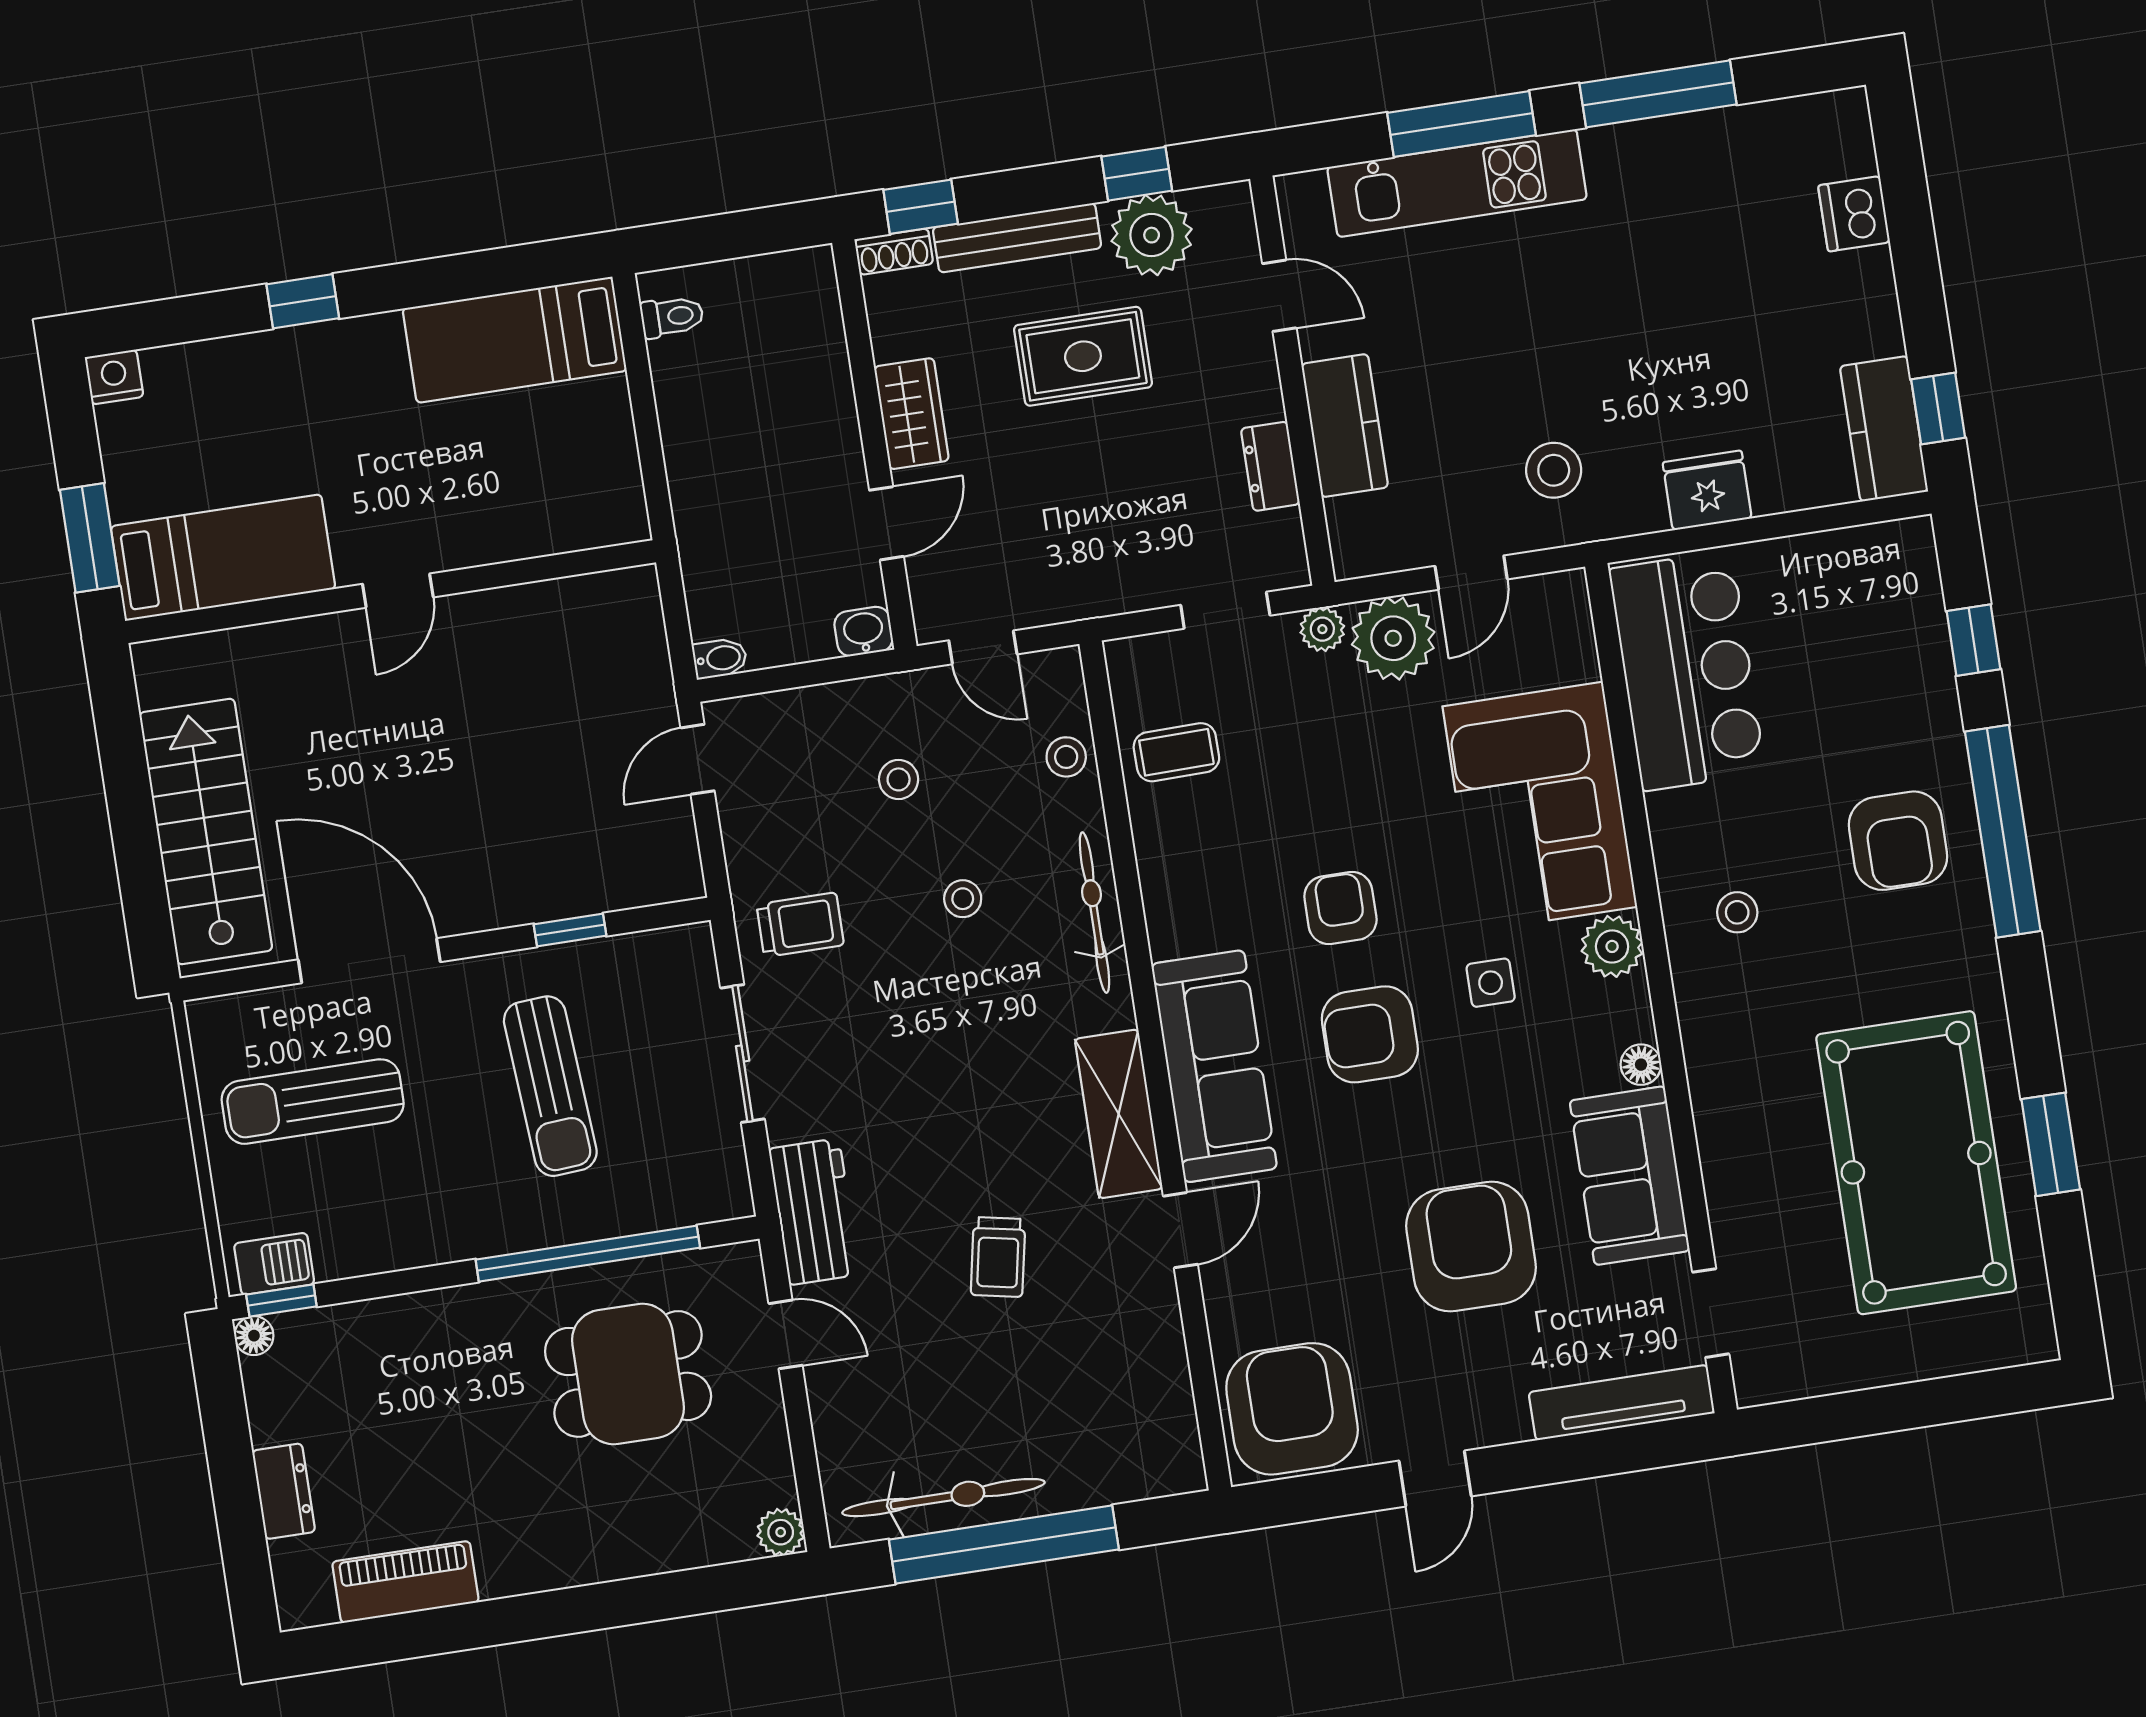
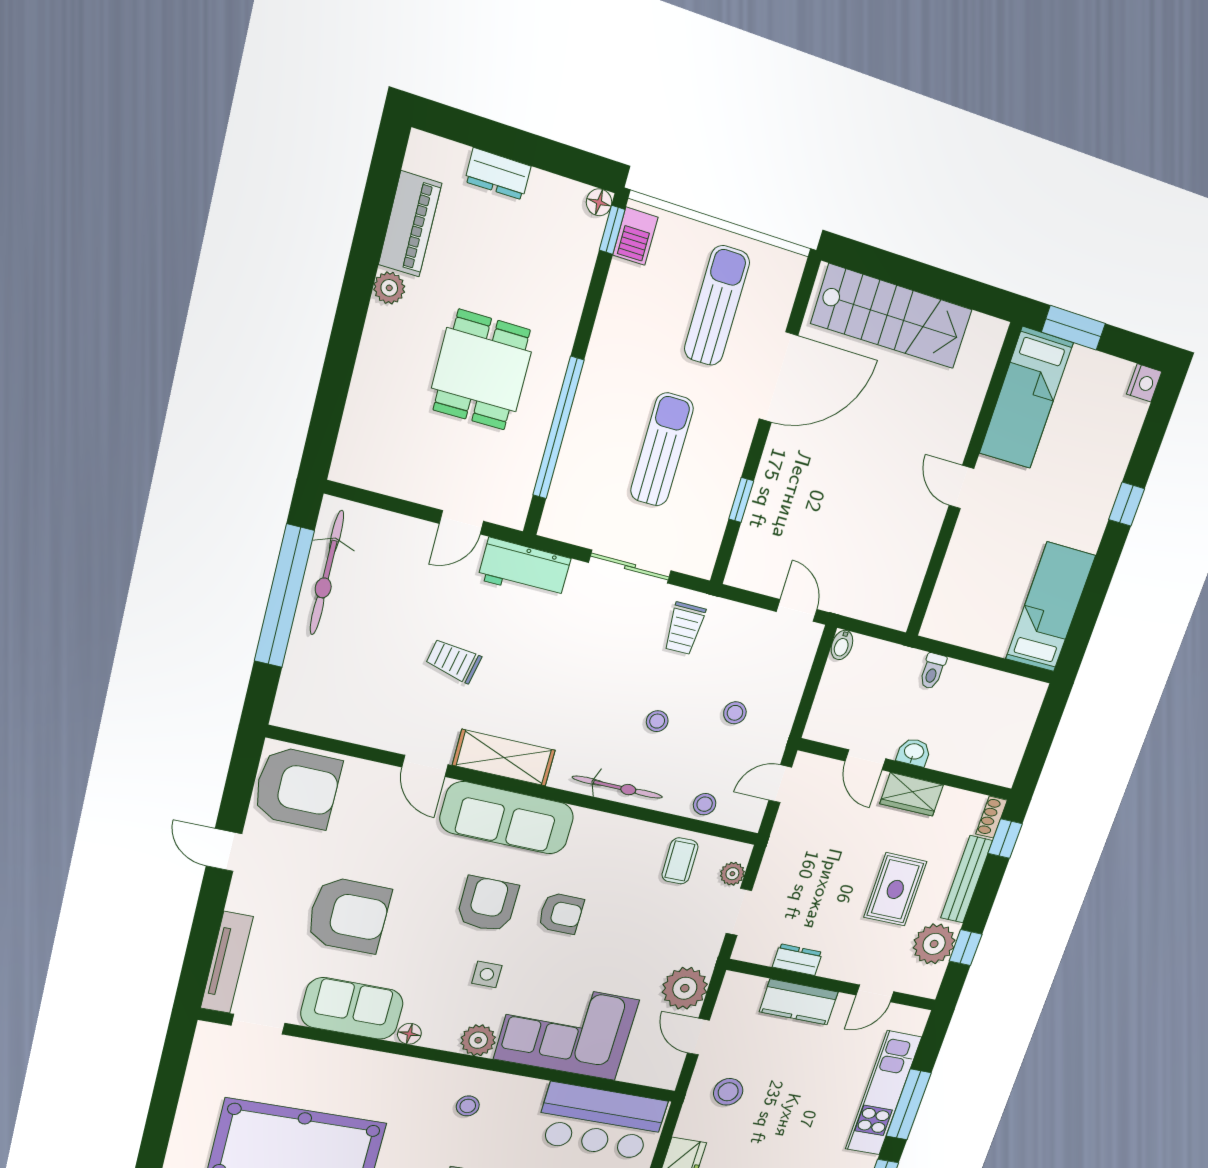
toilet: (672, 317) -> (933, 671), moved
plant: (1322, 629) -> (732, 874), moved
washbasin: (864, 631) -> (914, 752), moved, turned -90
sun lounger: (550, 1086) -> (662, 450), turned 94
dining table: (628, 1374) -> (482, 370), moved
plant: (781, 1532) -> (389, 288), moved

